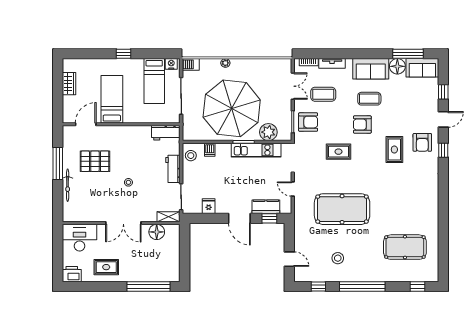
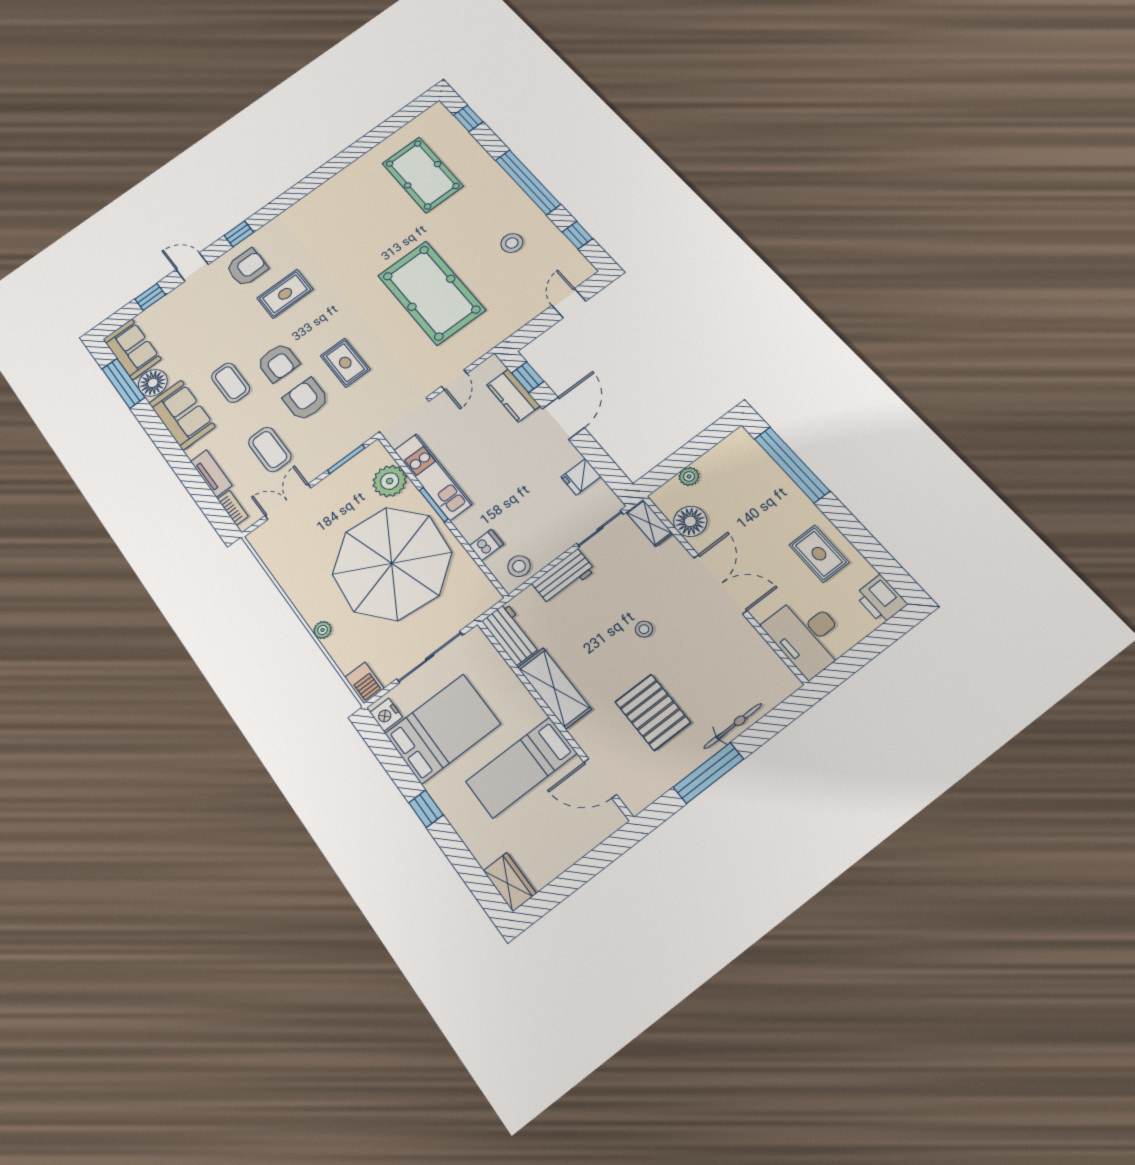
bed: (154, 81) -> (443, 729), width x1.50
wardrobe: (69, 84) -> (510, 882), moved, turned 90
armchair: (308, 122) -> (306, 399), moved
shelving: (132, 133) -> (554, 688), added
plant: (175, 246) -> (689, 476), added

